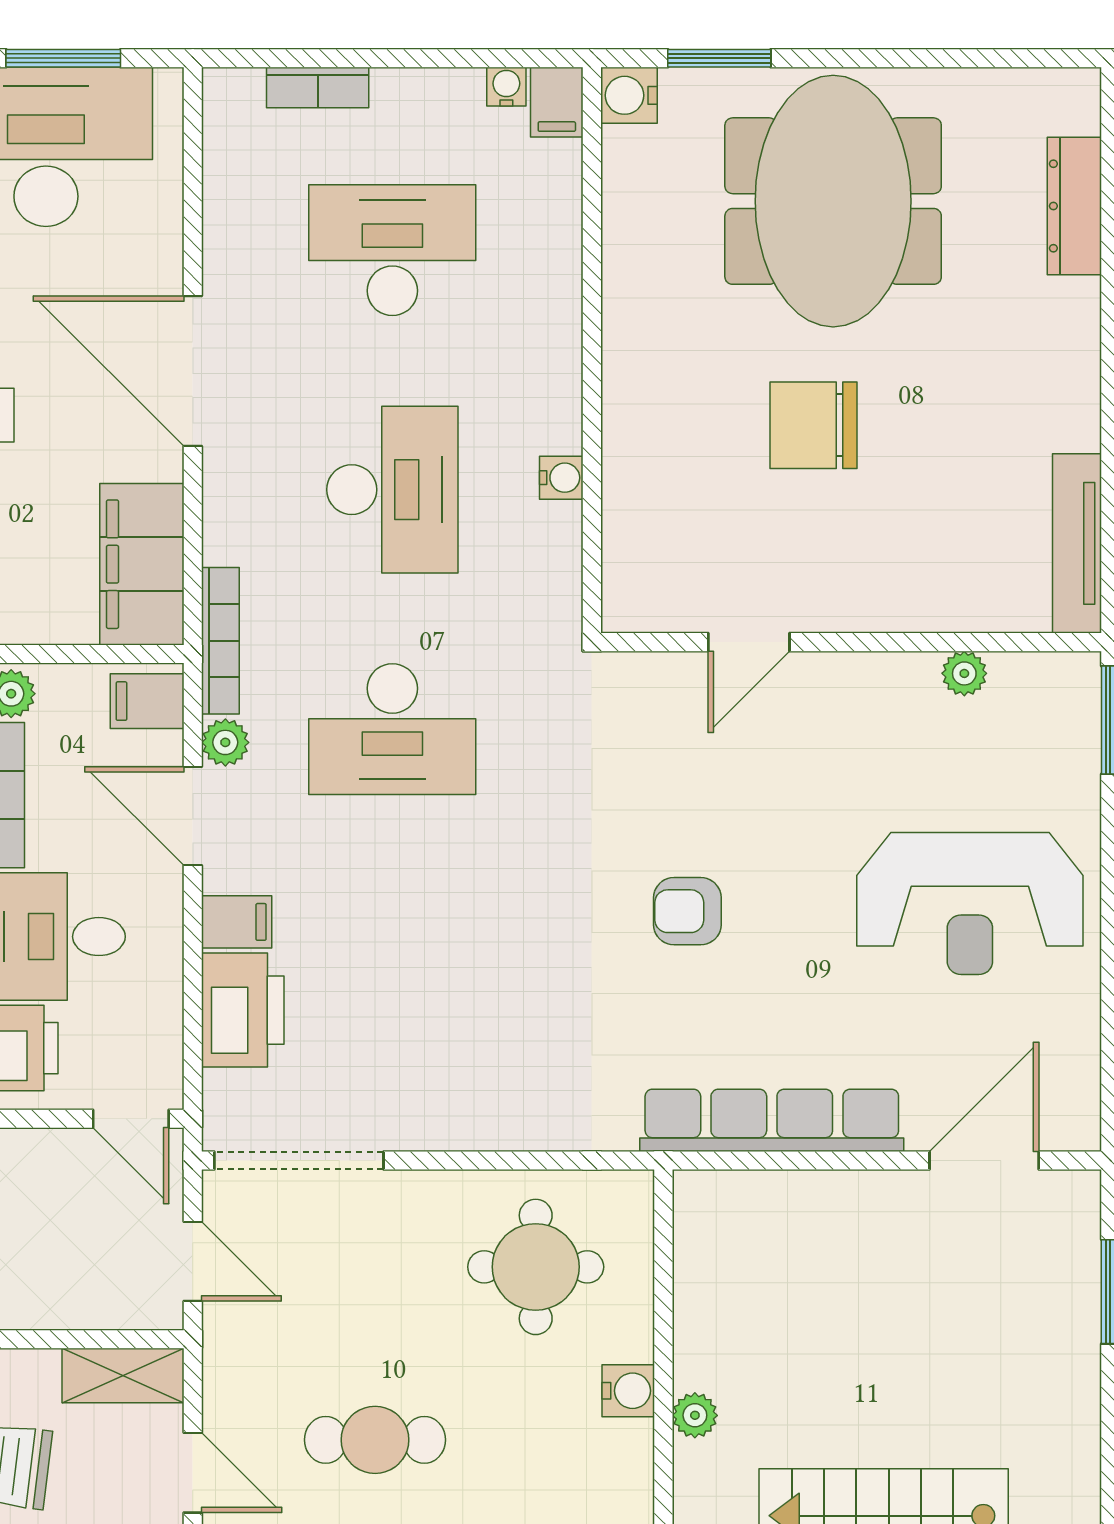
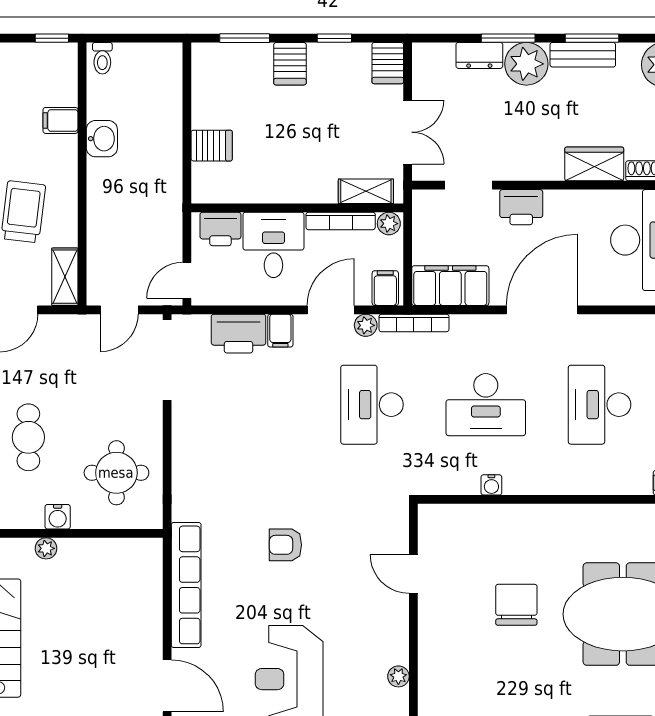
desk: (392, 250) -> (600, 405), turned 180
armchair: (687, 911) -> (285, 545), turned -90
cafe table: (375, 1440) -> (28, 437), moved

